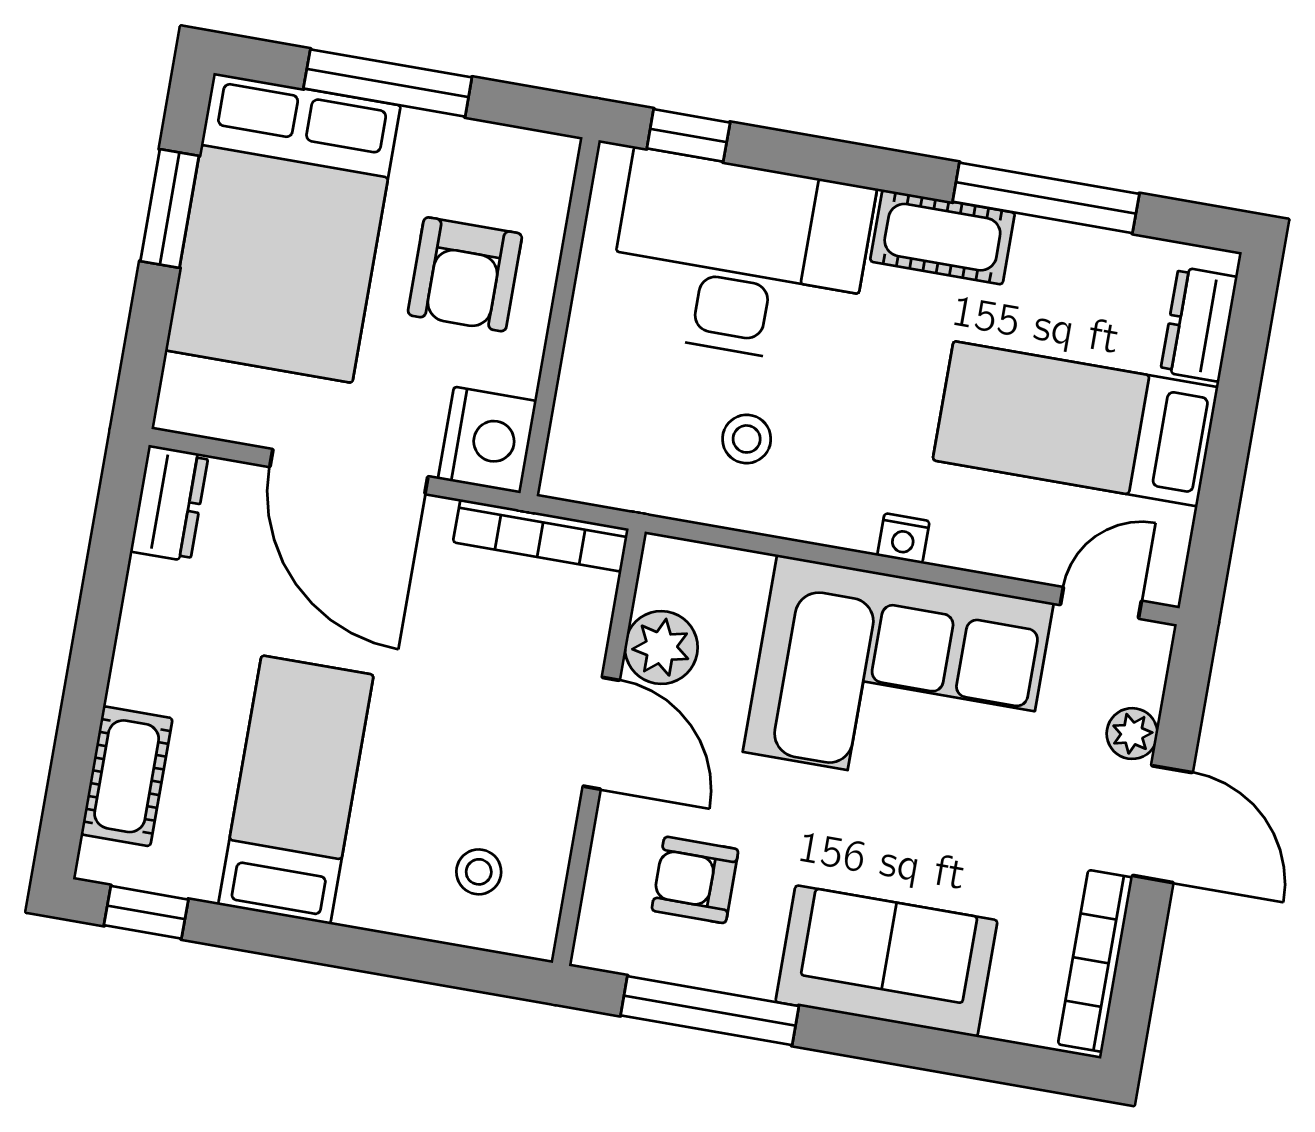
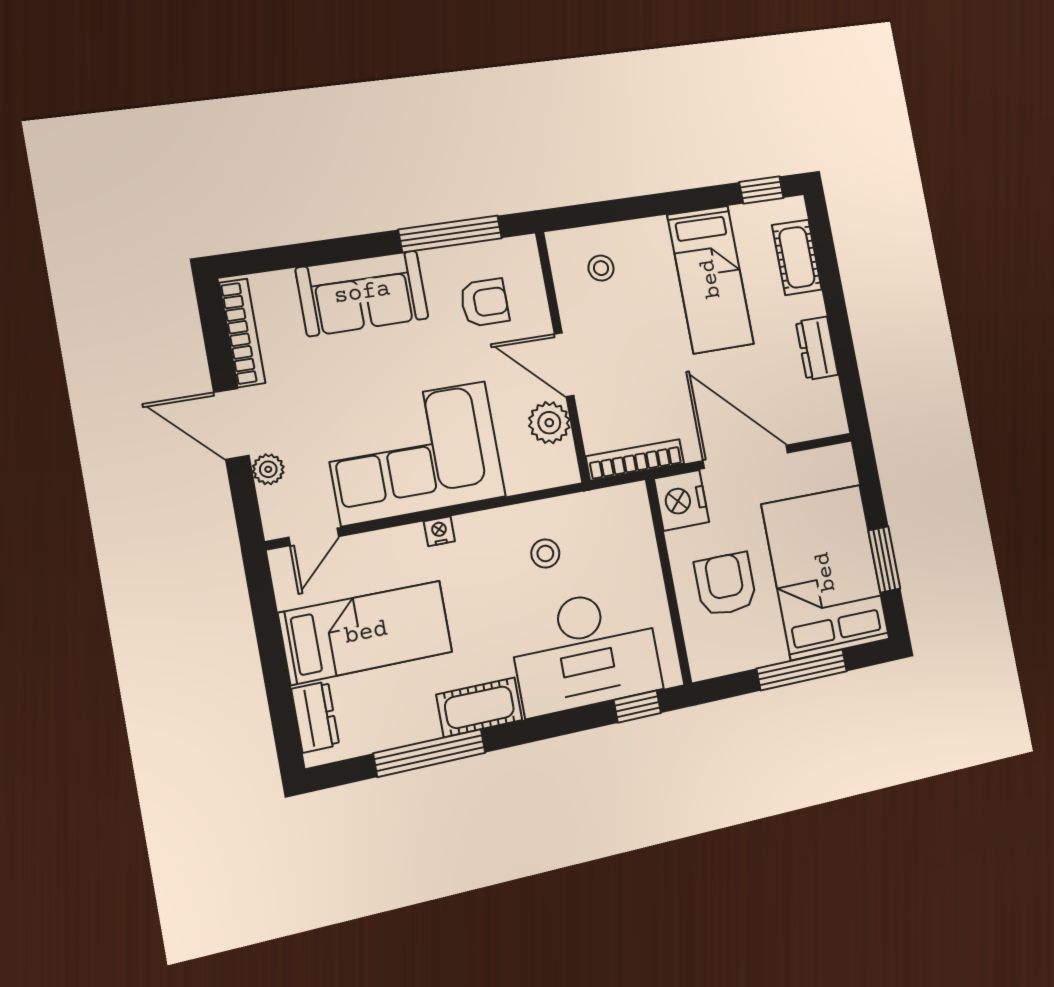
dresser: (169, 503) -> (817, 348), moved

